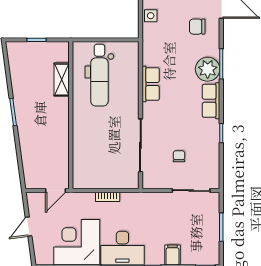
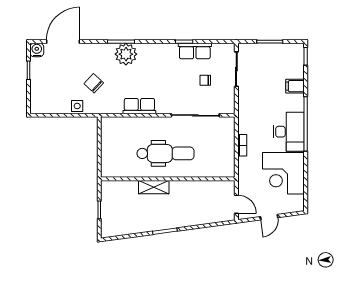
chair: (197, 27) -> (94, 83), moved, turned 133
dental chair: (99, 75) -> (165, 153), moved
shelving: (62, 80) -> (154, 187), moved
row of seats: (211, 101) -> (195, 51), moved
door: (55, 191) -> (236, 204), moved
door: (29, 227) -> (269, 217), hinge flipped

